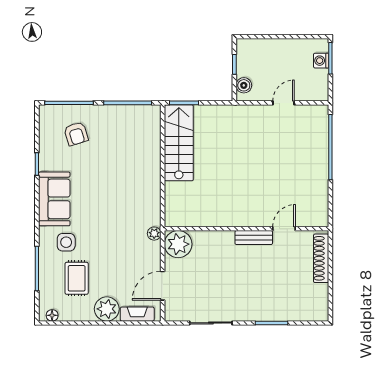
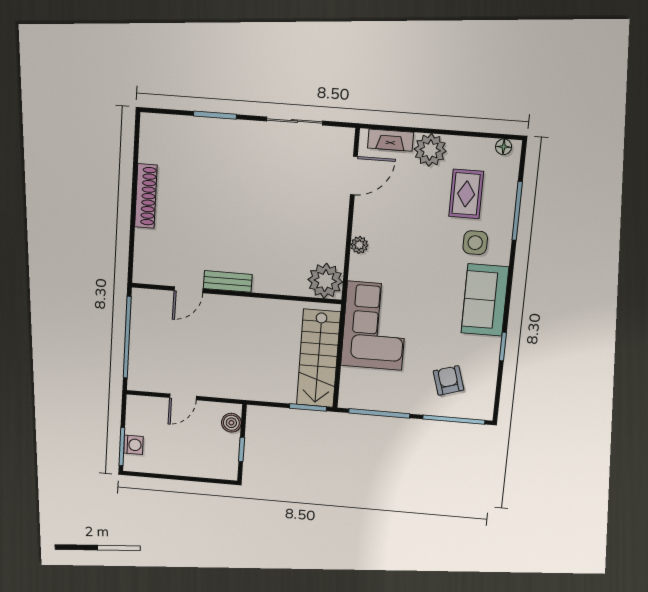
corner sofa: (137, 172) -> (375, 326), added
wall: (247, 229) -> (236, 294), moved
door: (284, 229) -> (189, 290), moved
bench: (254, 238) -> (228, 281), moved
plant: (178, 244) -> (325, 281), moved

